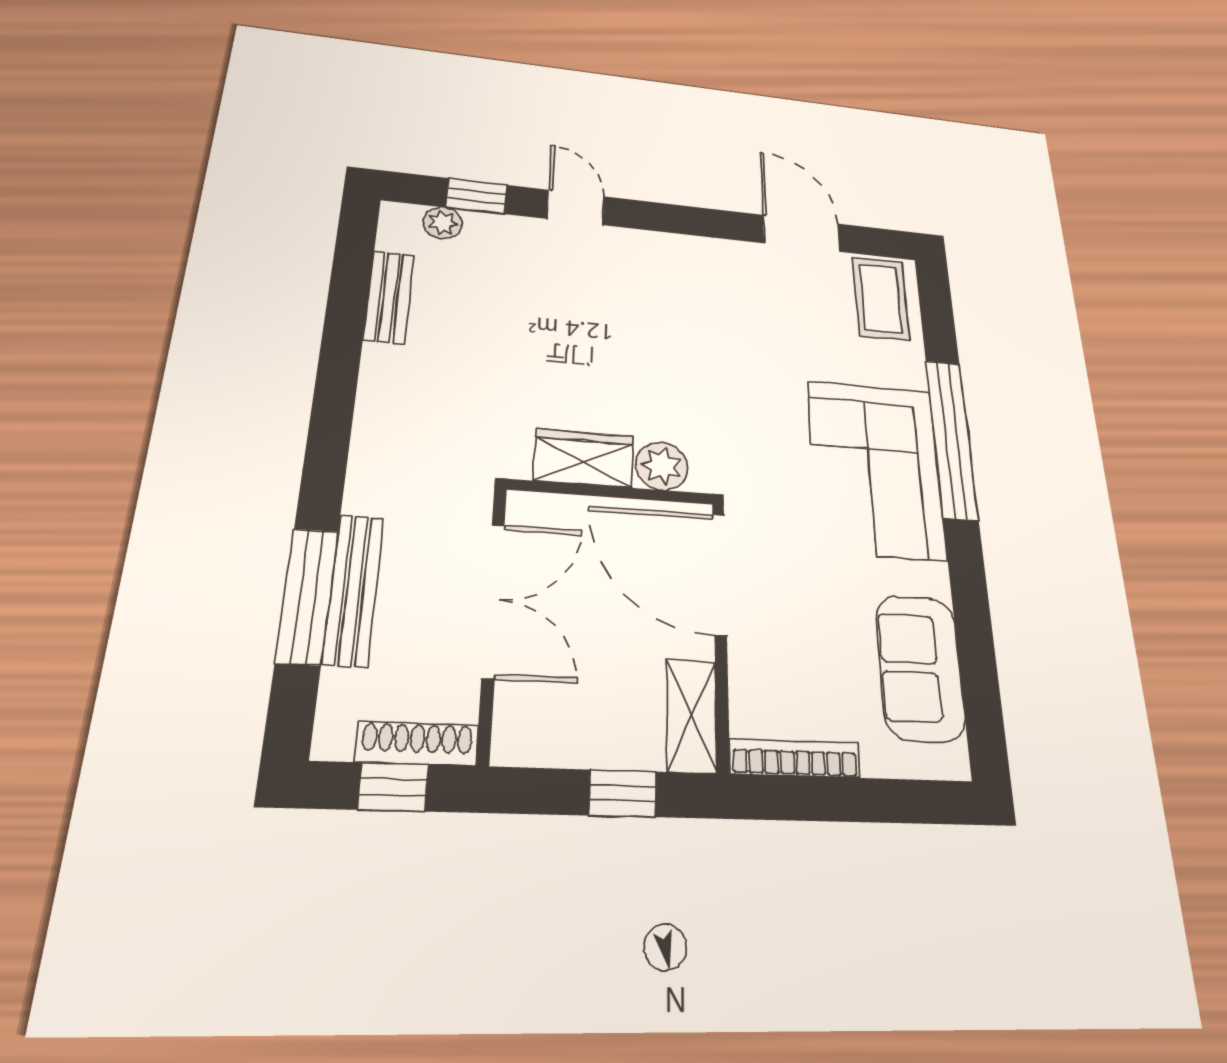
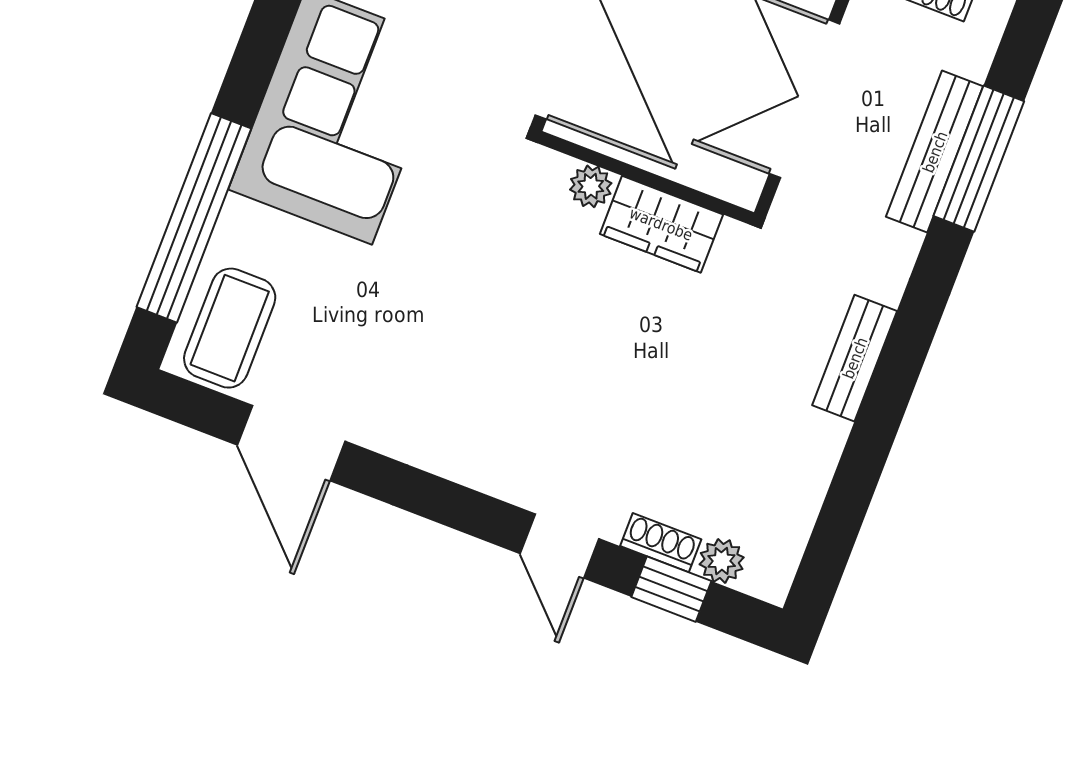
shoe rack: (497, 226) -> (661, 543), added
bench: (389, 297) -> (855, 358), moved
window: (952, 439) -> (194, 218), moved
plant: (662, 466) -> (591, 186), width x0.73, depth x0.73

